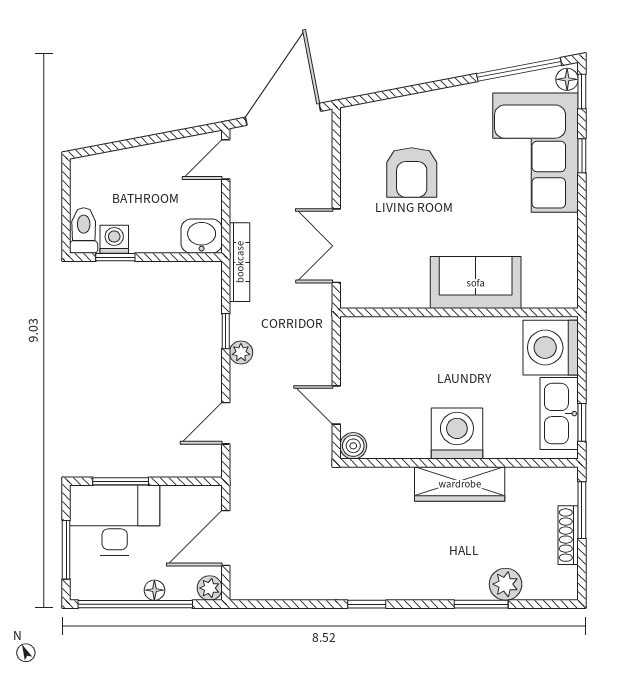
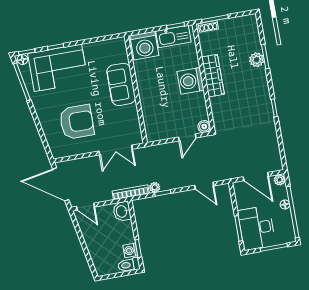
armchair: (412, 172) -> (77, 122), width x1.36, depth x1.36
plant: (241, 352) -> (155, 187), moved
shoe rack: (568, 535) -> (208, 26), moved, width x0.70
plant: (506, 584) -> (257, 60), moved

